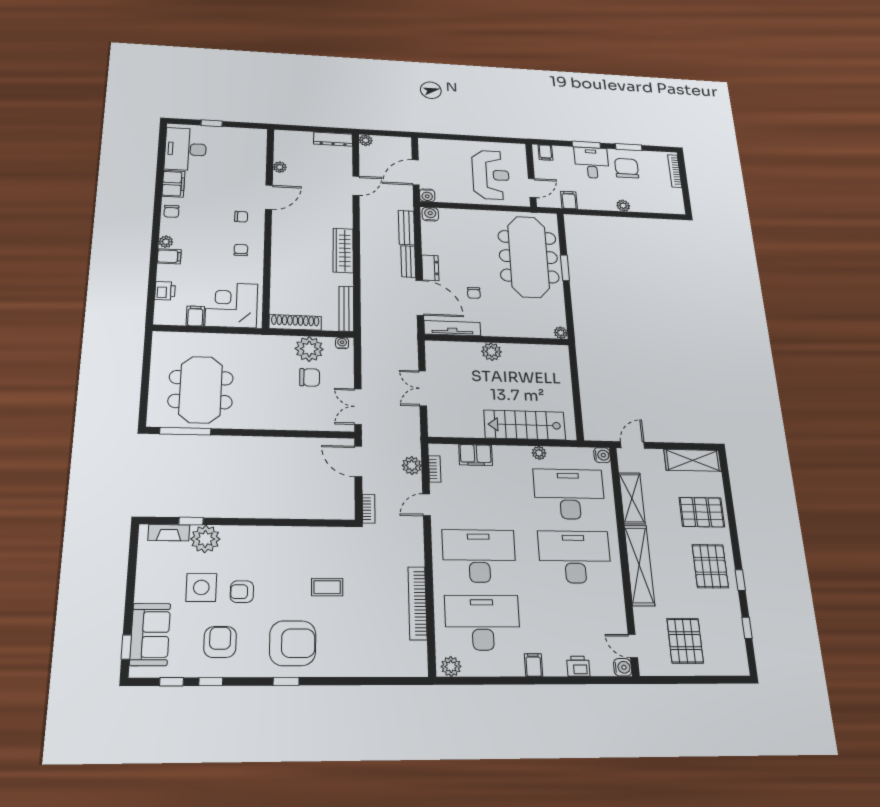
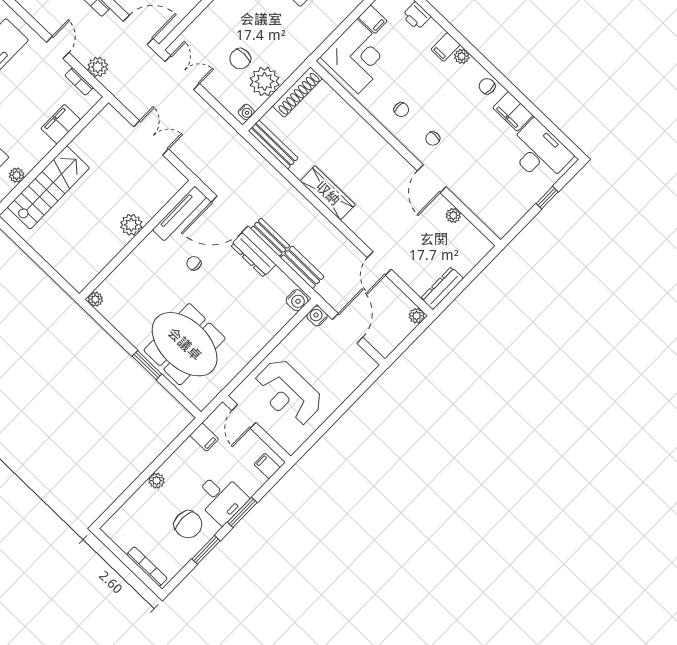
meeting table: (528, 257) -> (185, 344), width x0.73
dresser: (430, 268) -> (253, 255), width x1.44

